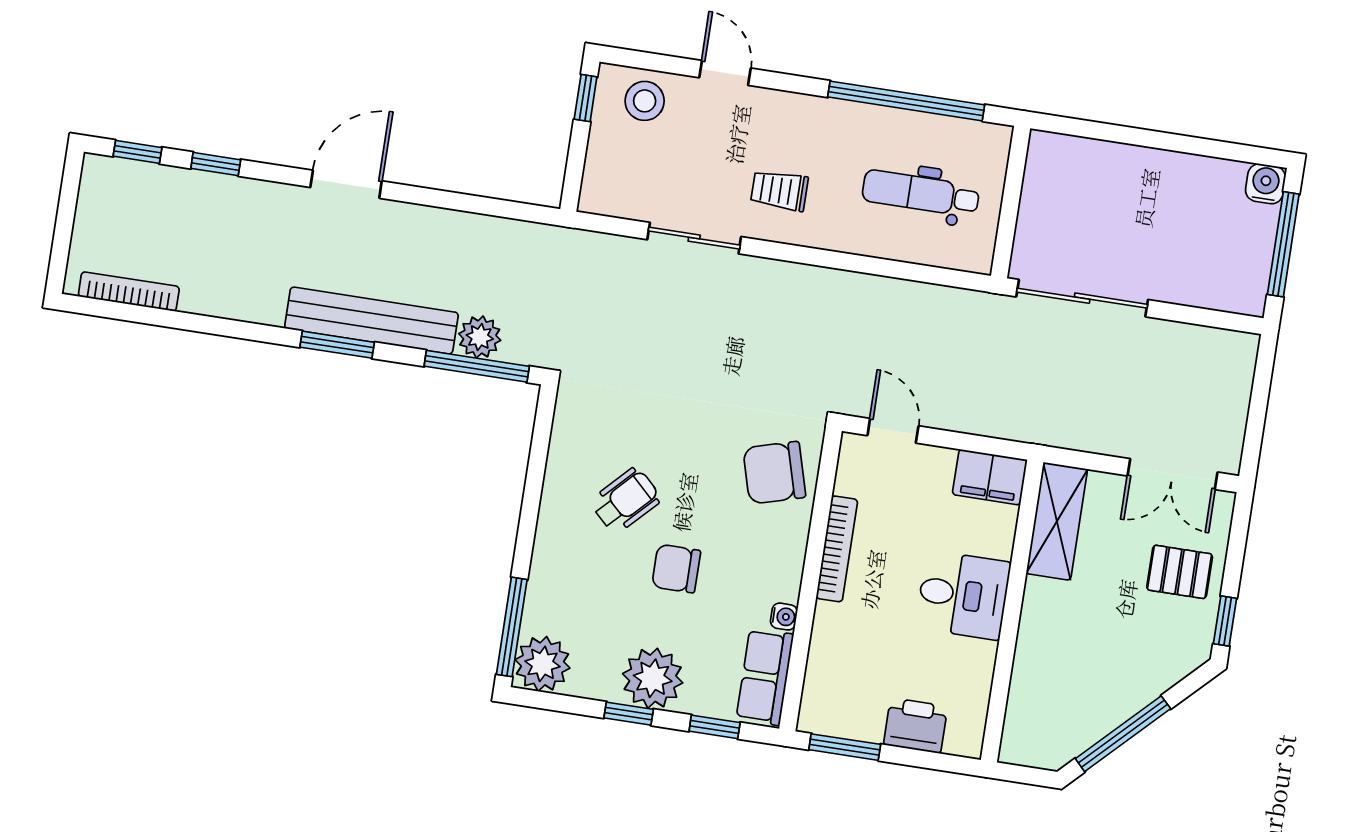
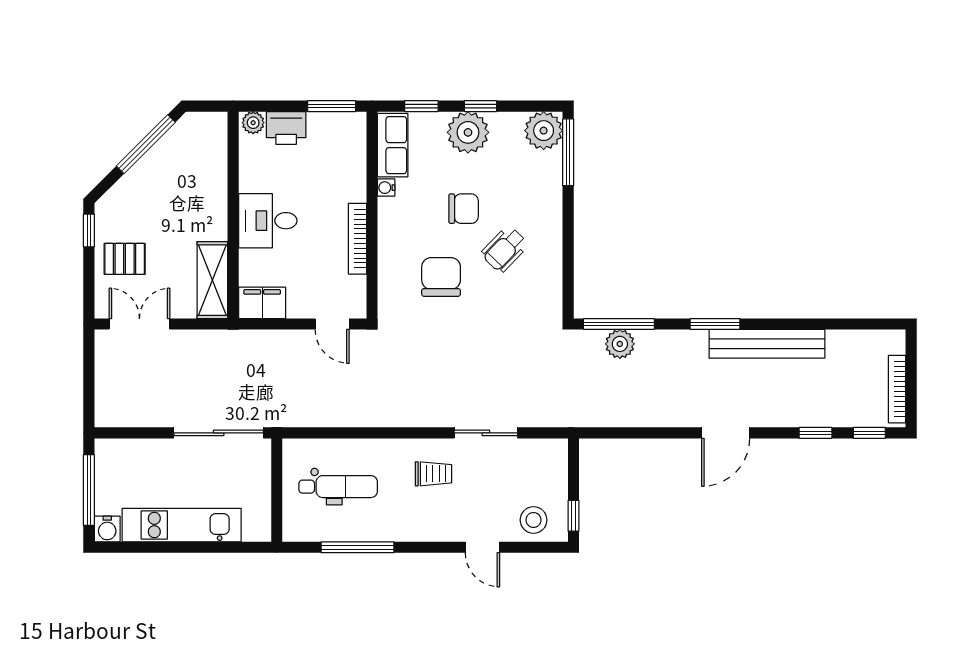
window: (906, 101) -> (358, 547), width x0.68
kitchen unit: (1157, 173) -> (182, 525), added
bookcase: (129, 292) -> (897, 389), moved, turned 90
bench: (371, 321) -> (767, 344), moved
chair: (774, 473) -> (441, 277), moved, turned -74
plant: (962, 741) -> (253, 123), added

